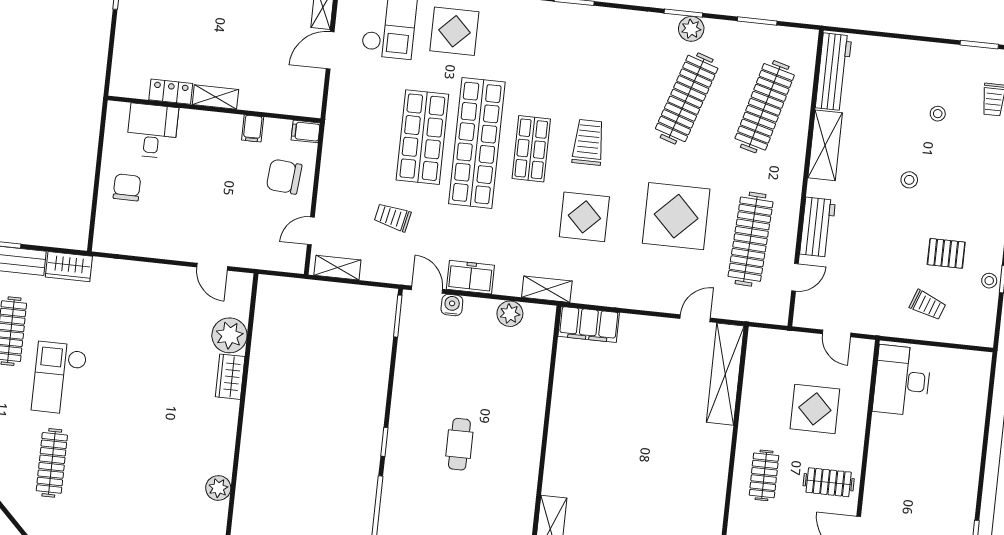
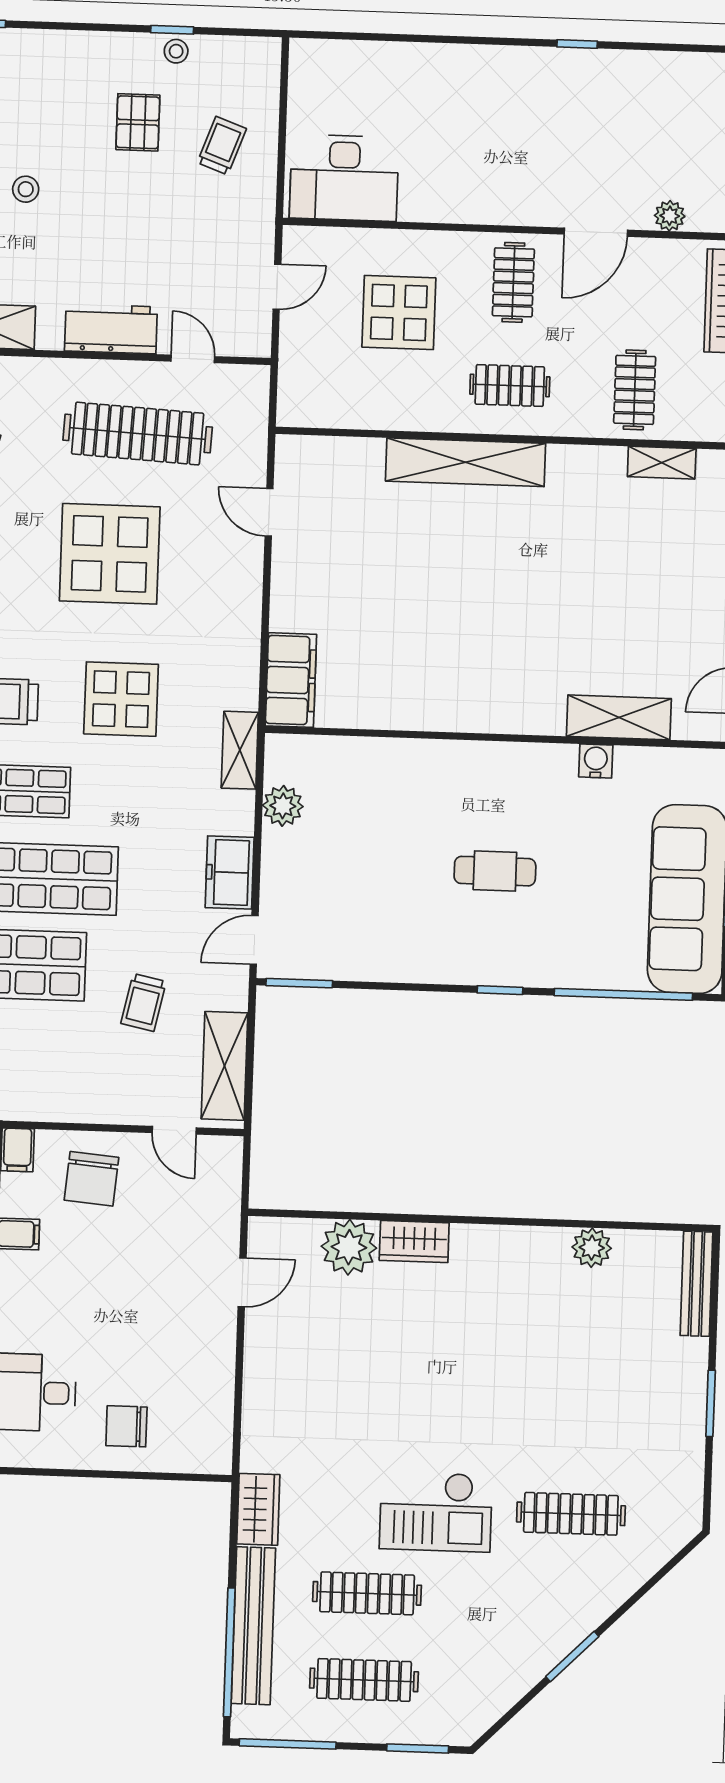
shelving: (337, 268) -> (225, 1066), width x1.50, depth x1.33
water cooler: (452, 305) -> (596, 761), moved, turned 90
shelving: (725, 374) -> (466, 462), moved

